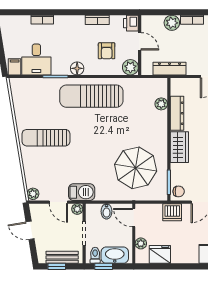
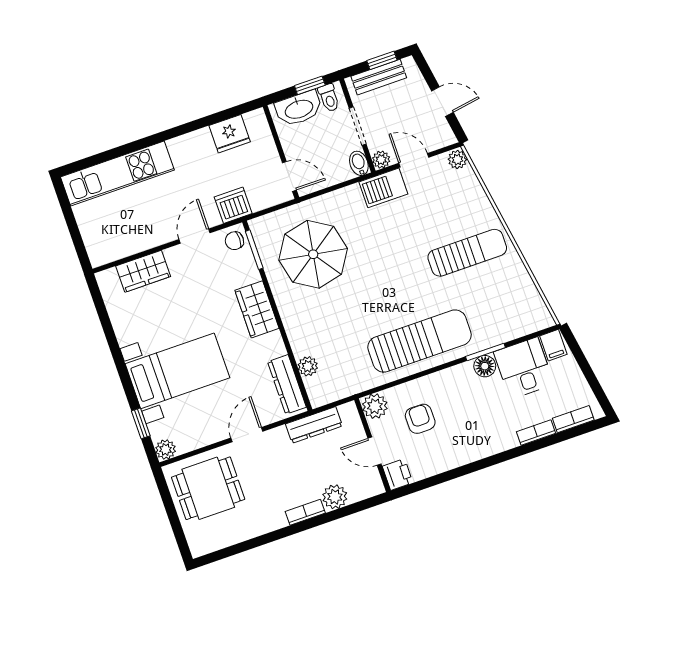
bookcase: (97, 20) -> (573, 419), moved
floor lamp: (77, 68) -> (485, 366), moved
dresser: (177, 113) -> (287, 384), moved
bidet: (107, 211) -> (359, 163), moved
plant: (141, 243) -> (265, 140), removed

